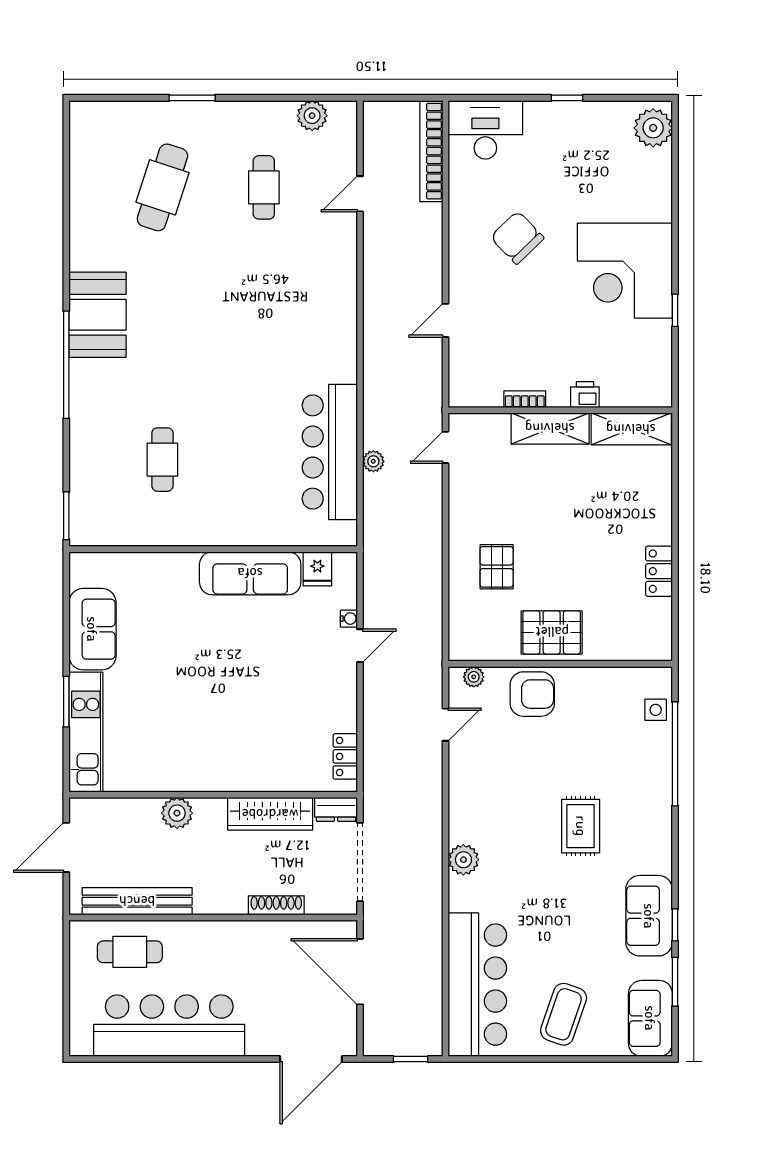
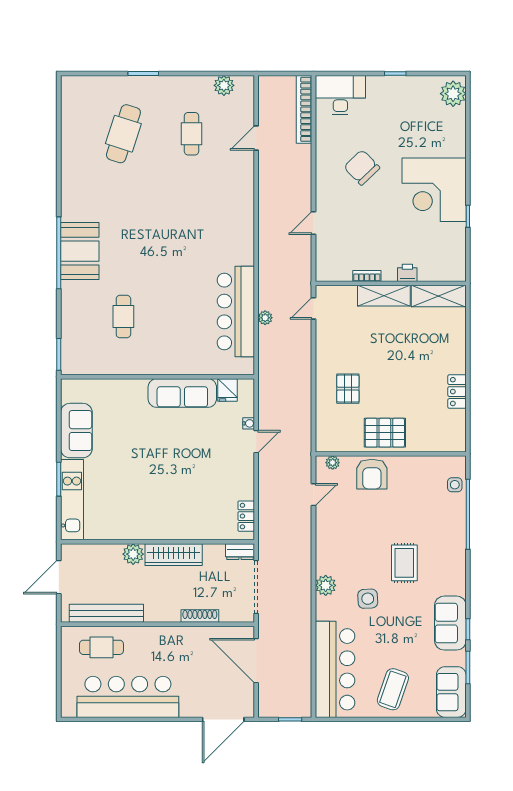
booth: (98, 315) -> (80, 251), moved
armchair: (532, 694) -> (372, 474), turned 90
wardrobe: (270, 814) -> (174, 555), moved
side table: (526, 879) -> (368, 599), added

